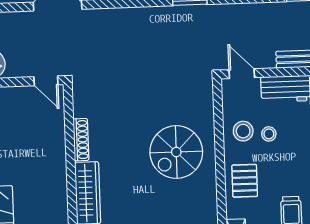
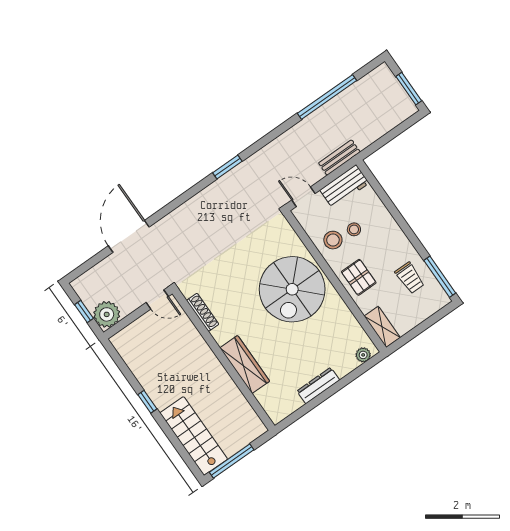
shoe rack: (81, 140) -> (203, 312), moved
spiral stairs: (176, 152) -> (292, 289), width x1.37, depth x1.37

